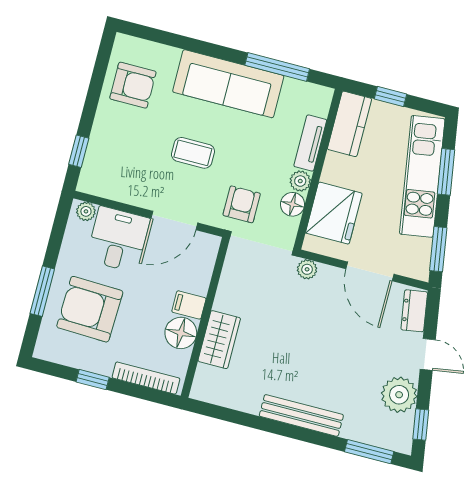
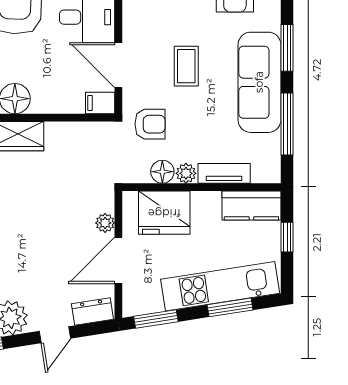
window: (201, 47) -> (287, 48), added
plant: (307, 269) -> (105, 223), moved
filing cabinet: (189, 305) -> (100, 103), moved, turned -90

